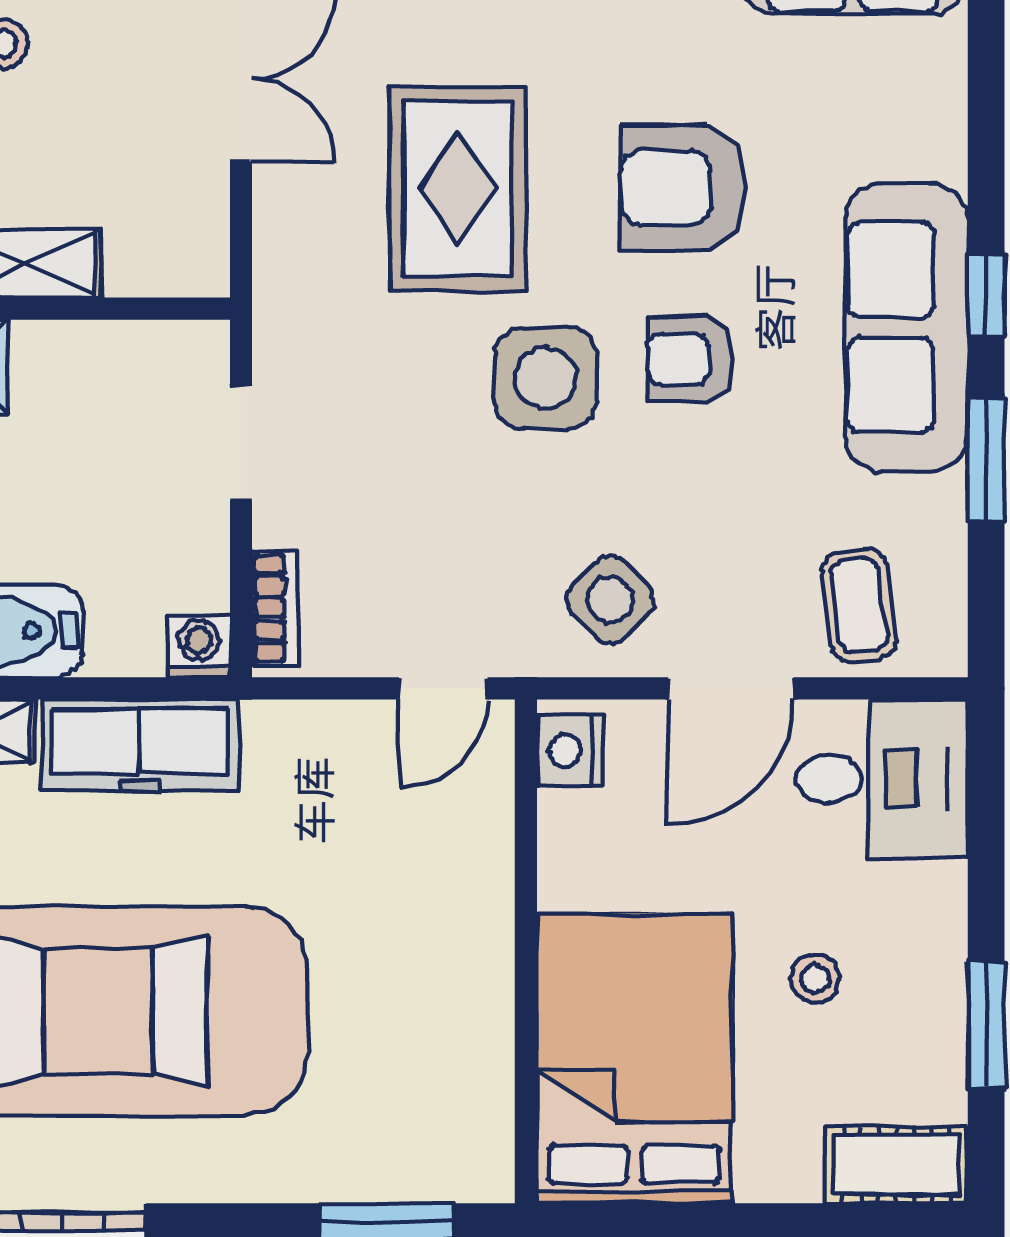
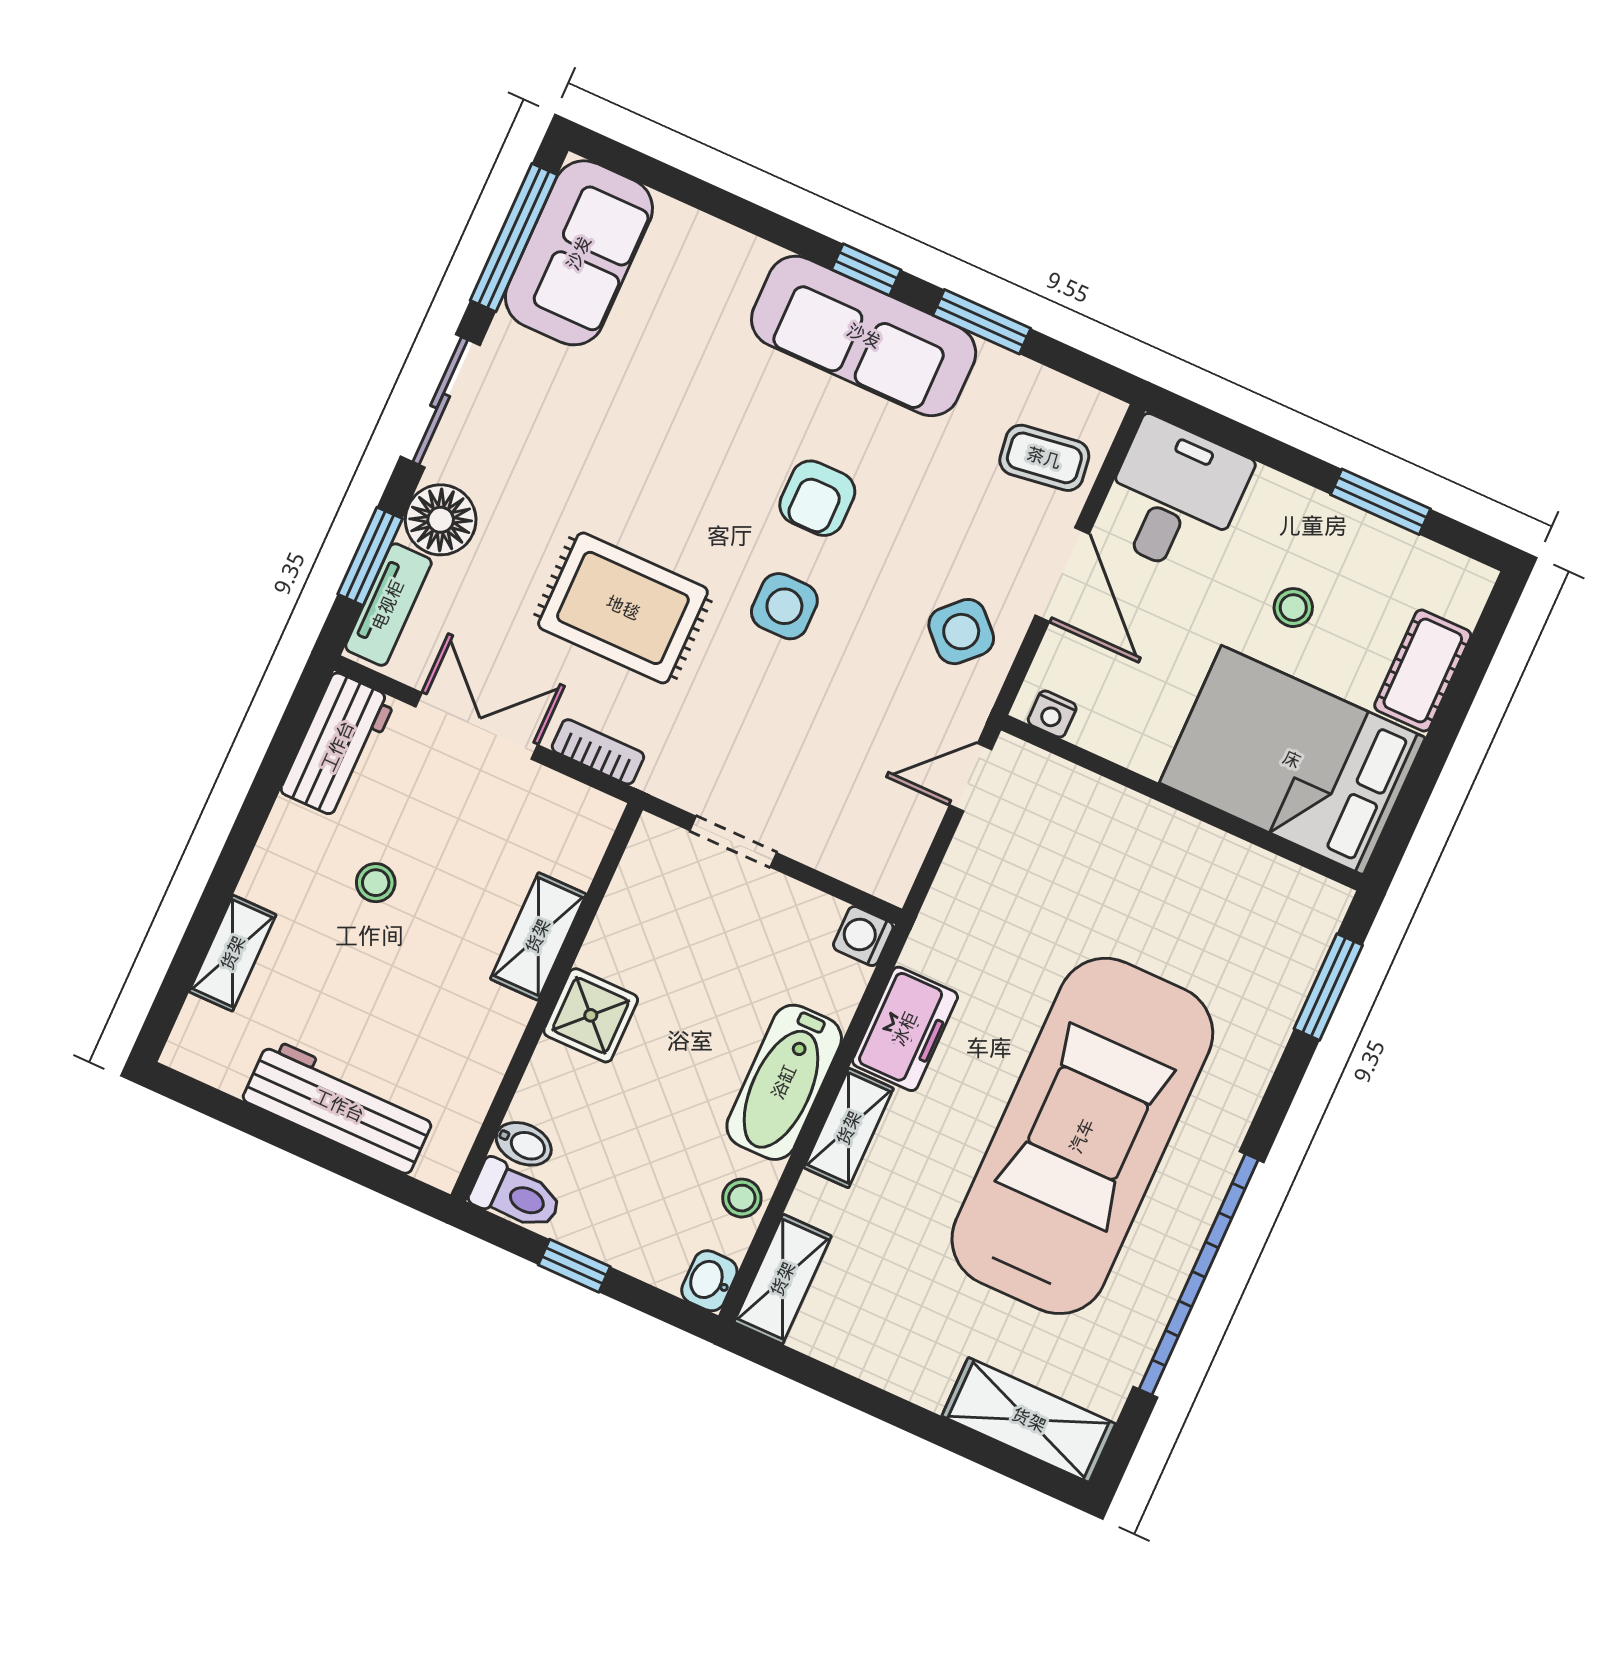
armchair: (683, 188) -> (694, 449), removed
side table: (546, 378) -> (784, 606), width x0.73, depth x0.73
bookcase: (275, 608) -> (598, 752), moved
door: (443, 688) -> (971, 777), swing flipped
freezer: (140, 745) -> (905, 1029), width x0.71
nightstand: (570, 751) -> (1052, 714), width x0.72, depth x0.74
cot: (896, 1165) -> (1423, 671), moved

